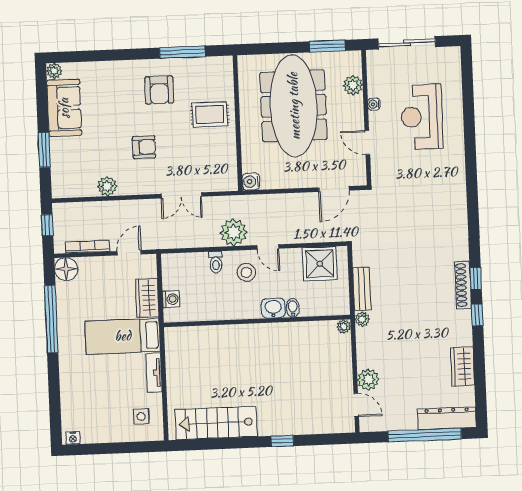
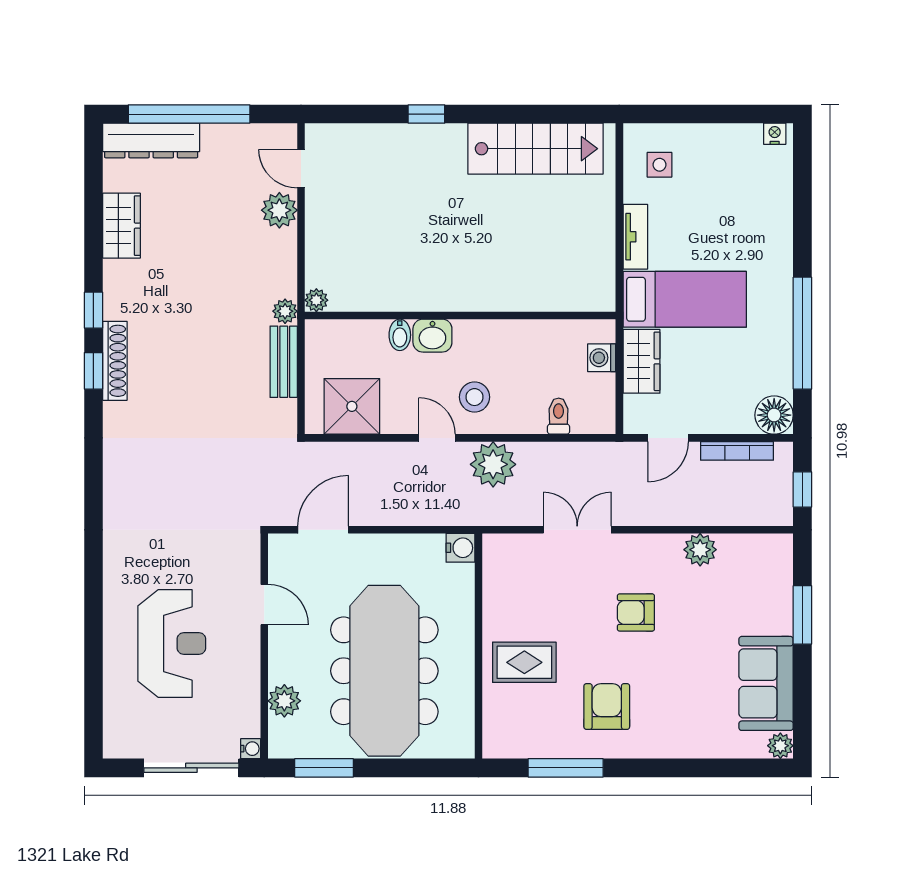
water cooler: (374, 104) -> (251, 749), moved
toilet: (216, 262) -> (559, 416), moved

